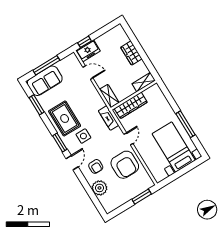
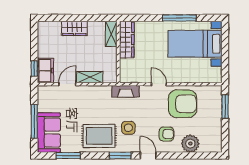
shelving: (109, 96) -> (90, 77), moved
wardrobe: (131, 105) -> (127, 40), moved

